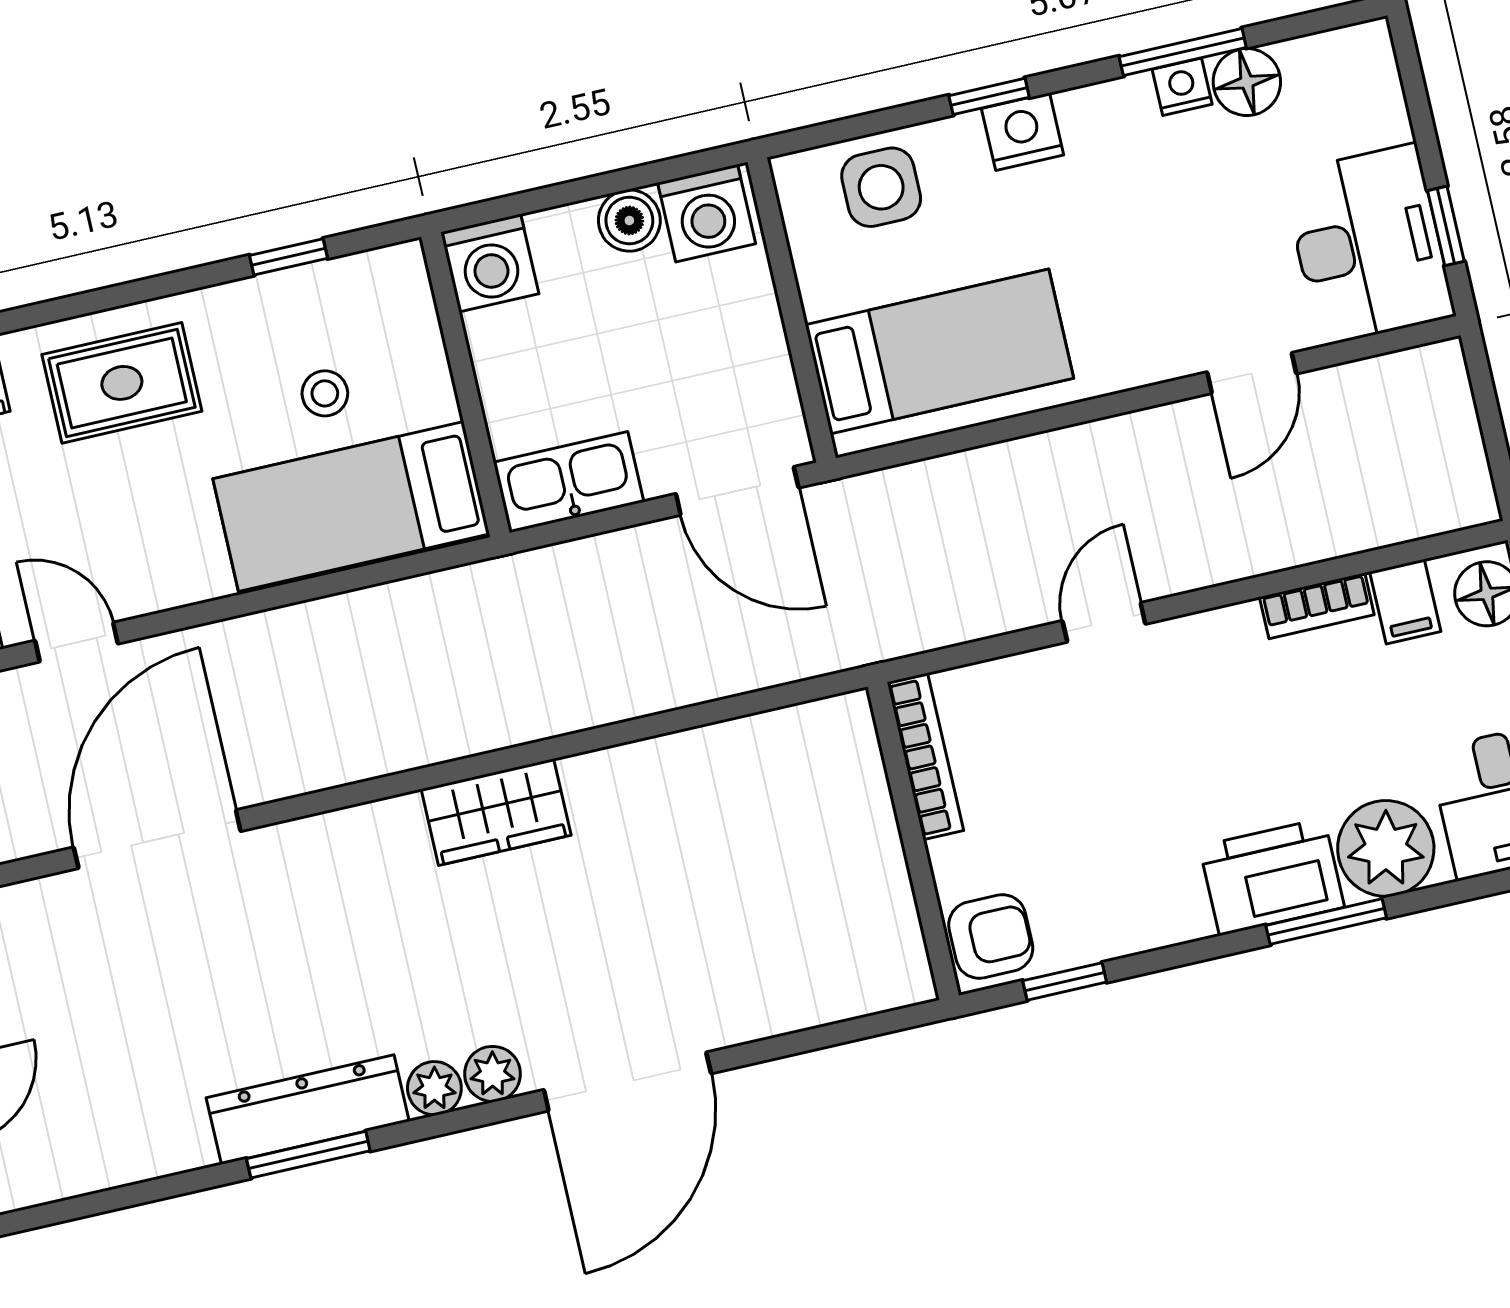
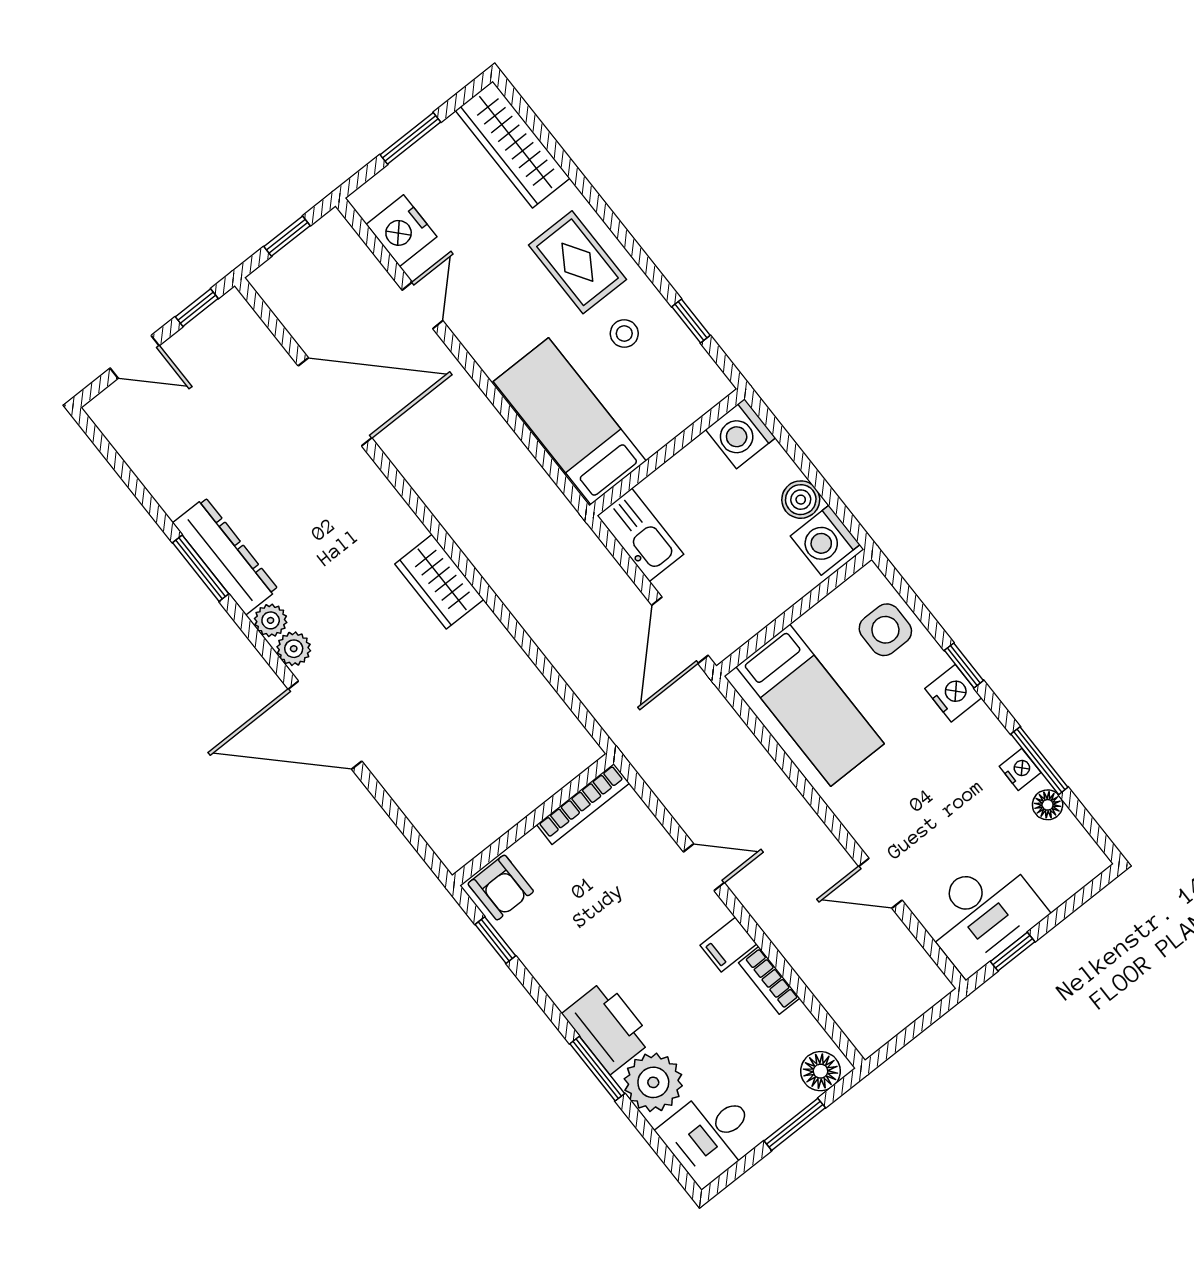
floor lamp: (1247, 82) -> (1048, 805), width x0.73, depth x0.73
stool: (325, 393) -> (624, 334), moved
filing cabinet: (1405, 602) -> (728, 945), moved

